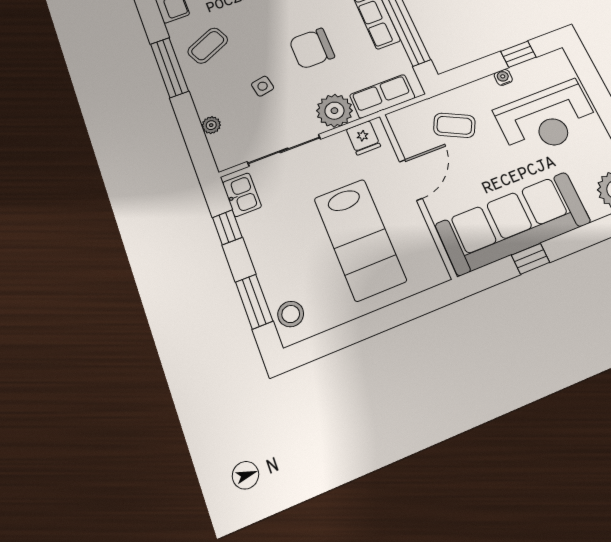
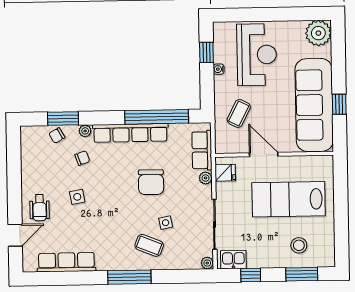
coffee table: (208, 46) -> (149, 245), moved, turned -43
plant: (334, 111) -> (206, 178), width x0.53, depth x0.53
plant: (211, 125) -> (207, 263), moved
lab bench: (360, 239) -> (289, 199), turned 180
stool: (291, 314) -> (299, 245), moved

